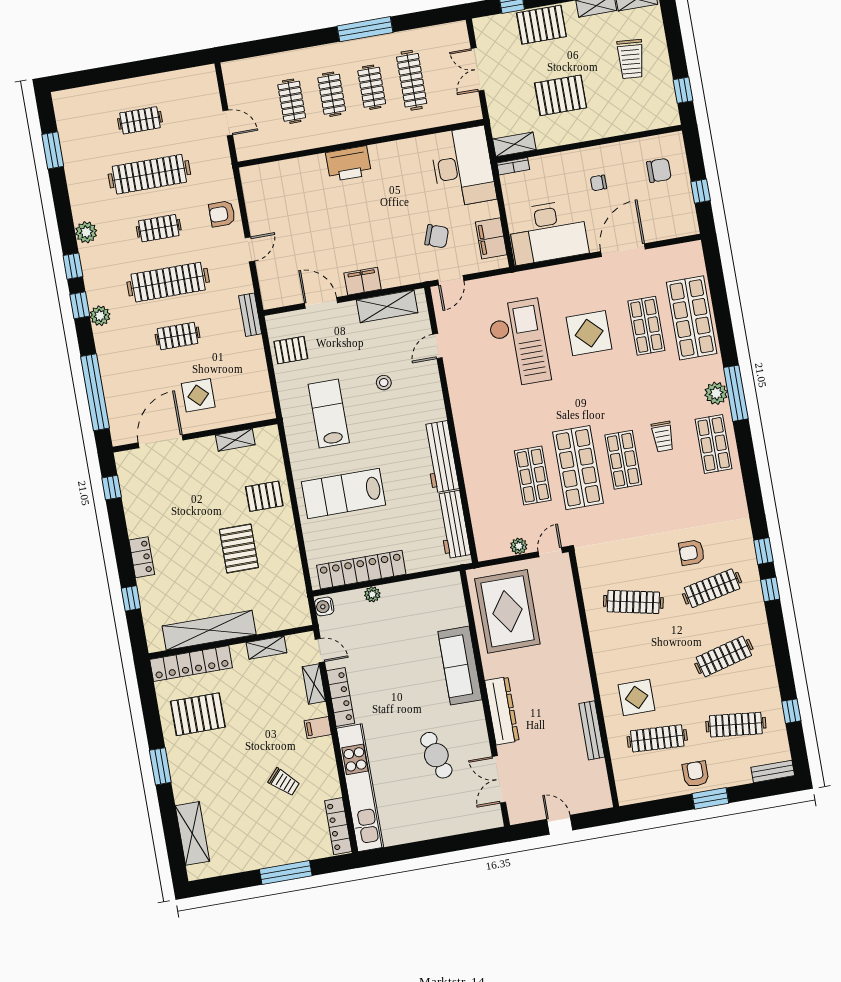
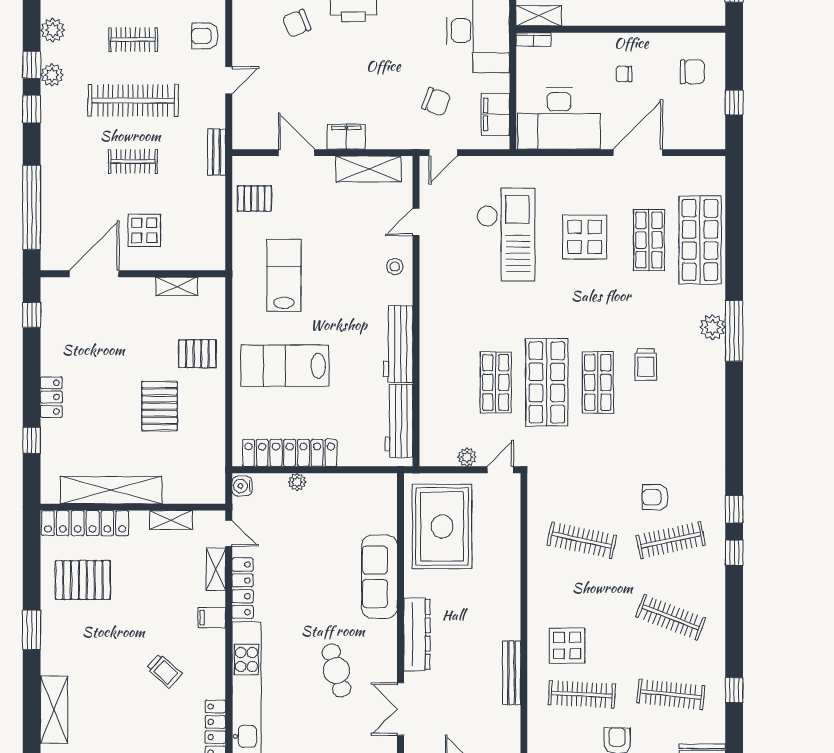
chair: (301, 189) -> (297, 23), added
plant: (100, 316) -> (52, 75), moved
stool: (384, 383) -> (395, 267), moved
shop shelf: (714, 444) -> (700, 382), removed
clothes rail: (724, 656) -> (671, 617), turned 36

